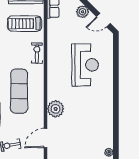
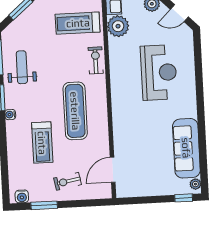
plant: (56, 109) -> (118, 26), moved
sofa: (103, 124) -> (186, 148), added

